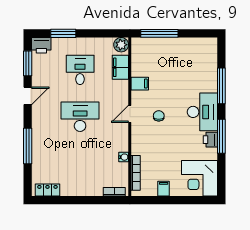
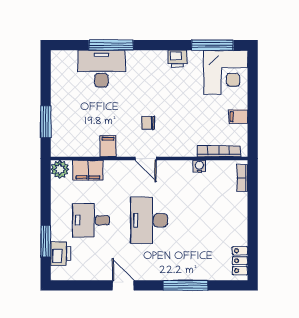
window: (159, 33) -> (46, 122), width x0.69
printer: (41, 45) -> (61, 254), moved
window: (28, 63) -> (83, 285), removed
desk: (202, 112) -> (101, 69), moved
window: (221, 136) -> (212, 45), moved

